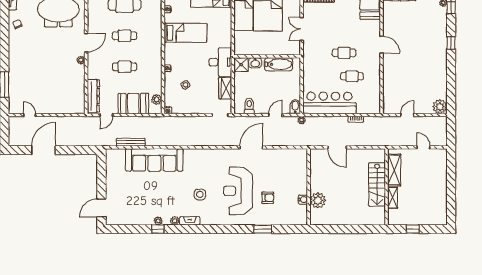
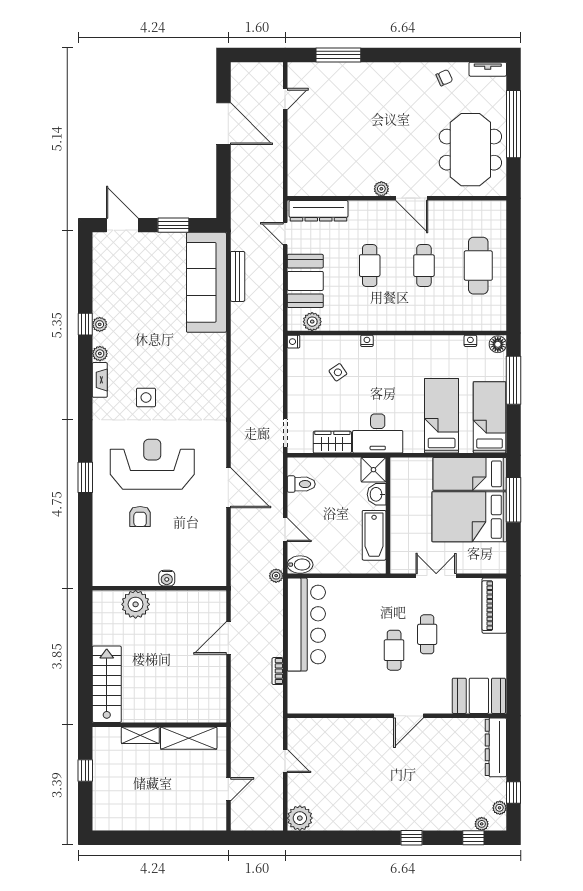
bed: (185, 33) -> (442, 416), moved, turned 180
cafe table: (352, 76) -> (427, 634), moved
sofa: (154, 160) -> (206, 282), moved
window: (101, 179) -> (173, 225), added
stairs: (377, 185) -> (107, 684), moved, turned 90
water cooler: (303, 200) -> (167, 578), moved
window: (263, 229) -> (85, 477), moved

